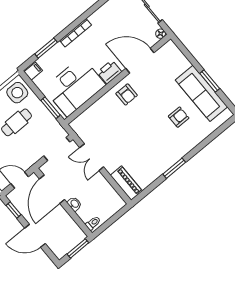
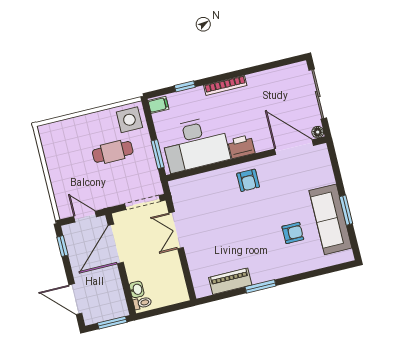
window: (46, 48) -> (185, 86), width x0.67
door: (140, 61) -> (294, 147), moved
piano: (126, 183) -> (230, 281), moved, turned -90
washbasin: (74, 204) -> (137, 289), moved
door: (35, 236) -> (75, 299), moved

